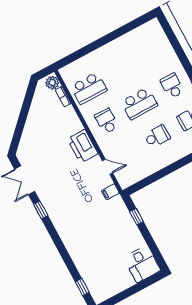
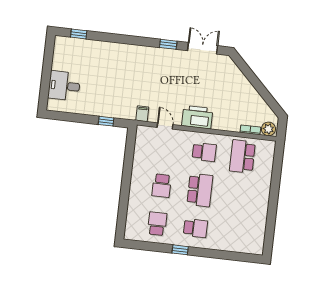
school desk: (139, 103) -> (200, 190), turned 180
door: (108, 167) -> (165, 126), swing flipped
desk: (142, 264) -> (64, 86), moved

